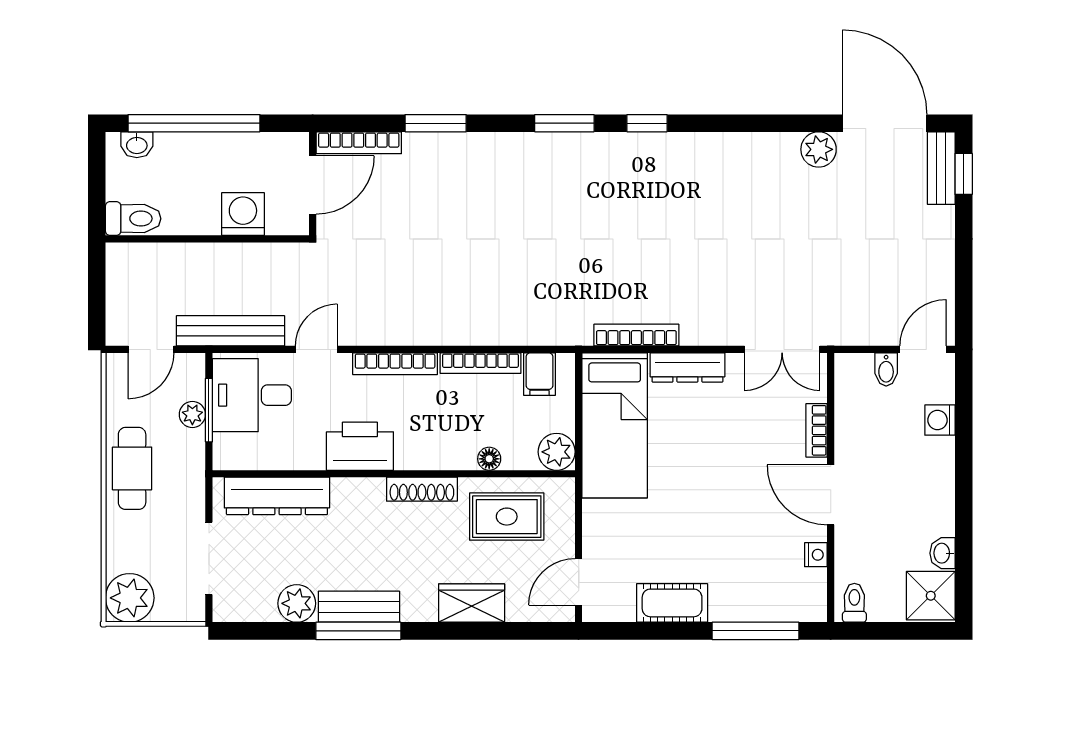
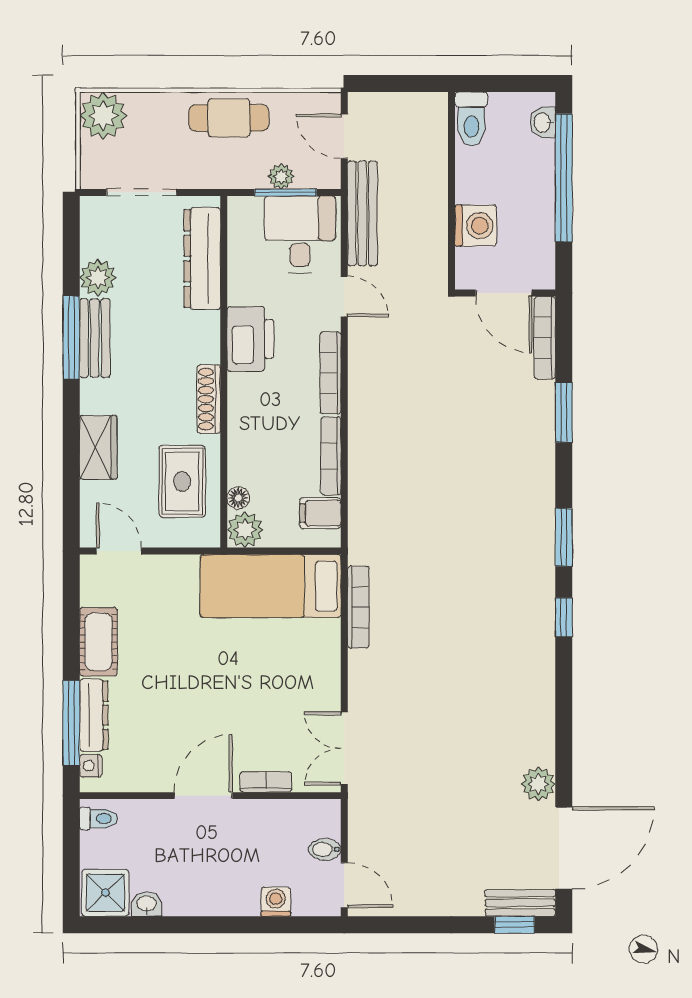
dresser: (687, 367) -> (94, 715), moved, turned 180
floor lamp: (489, 459) -> (238, 498), moved
nightstand: (816, 555) -> (91, 766), moved, turned 90

